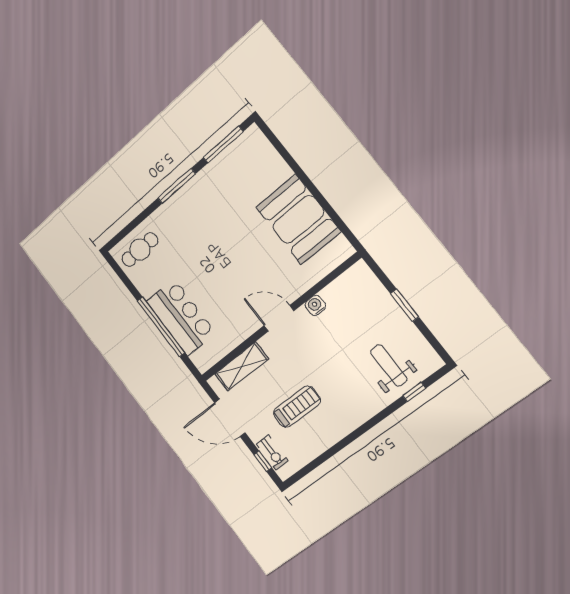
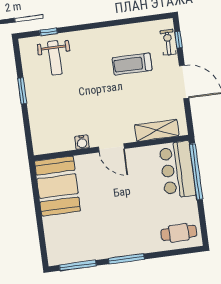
water cooler: (315, 305) -> (82, 142), moved
door: (279, 318) -> (111, 148), moved
wall: (279, 318) -> (111, 148), moved
shelving: (242, 366) -> (157, 130), moved

